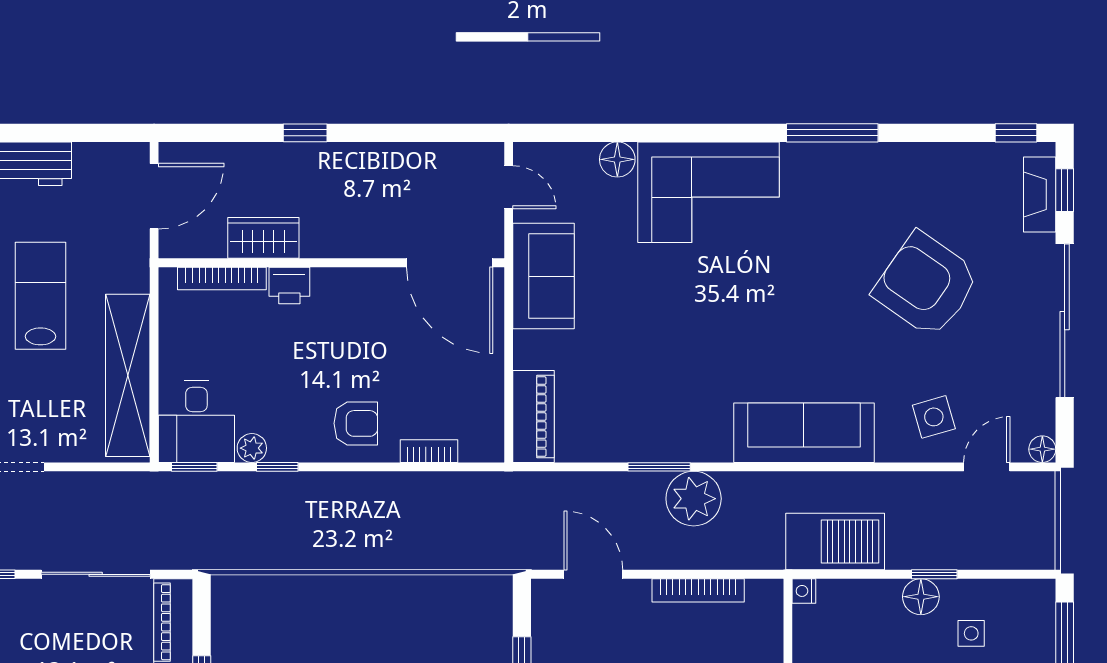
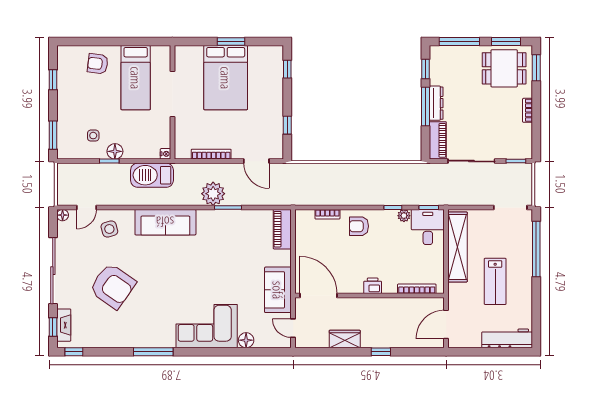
wardrobe: (263, 238) -> (345, 339), moved, turned 180
printer: (289, 285) -> (373, 286), moved

